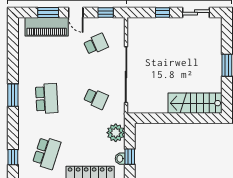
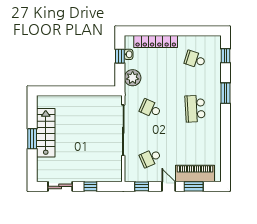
window: (13, 95) -> (225, 93), moved
stairs: (195, 103) -> (46, 133), moved, turned -90
school desk: (47, 153) -> (195, 59), width x0.54

